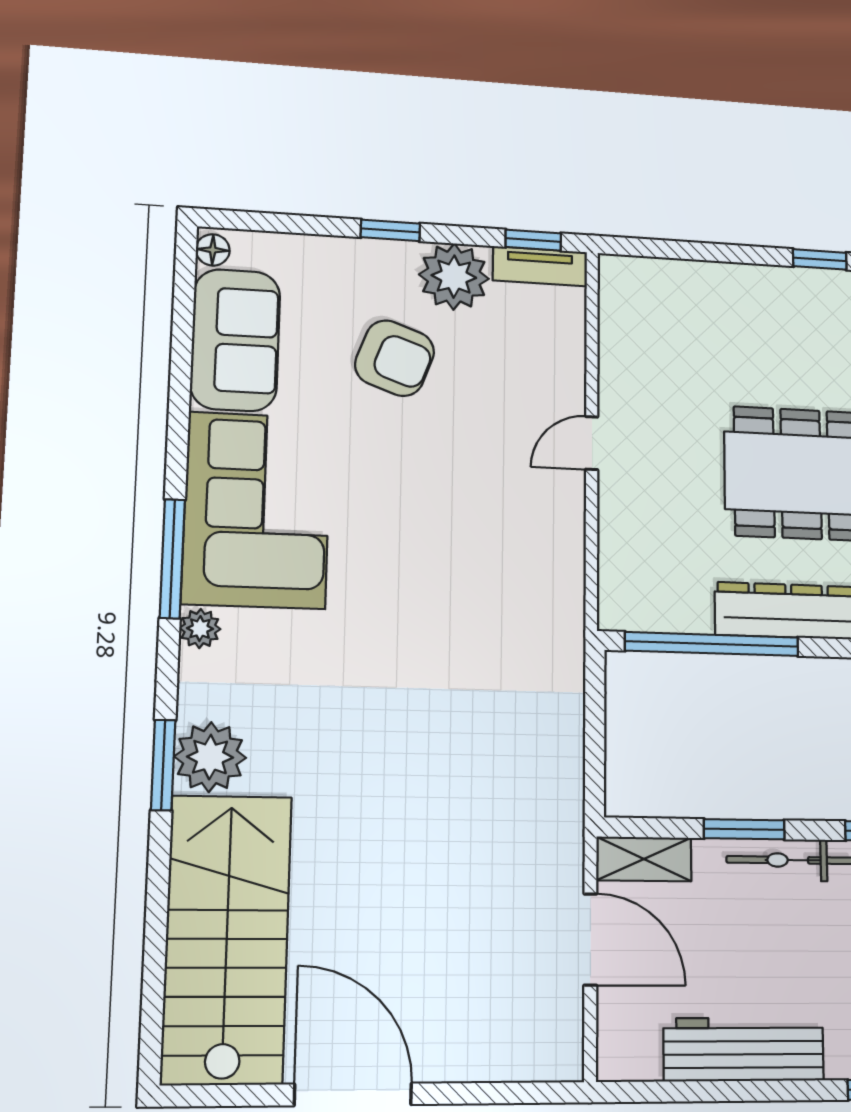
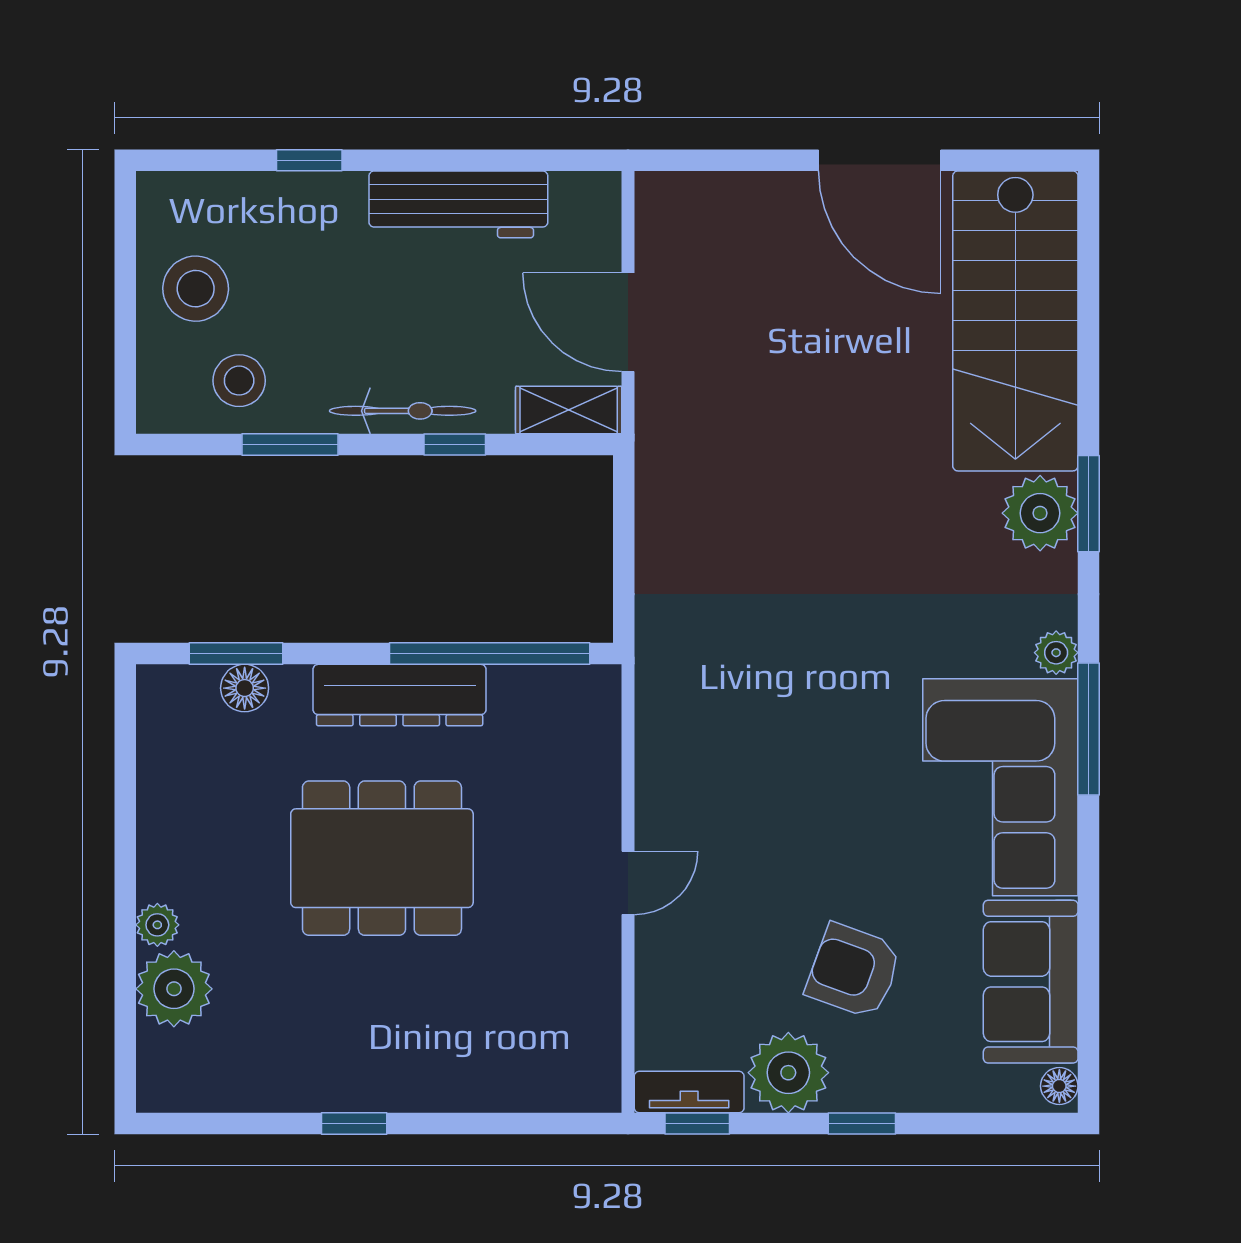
window: (744, 829) -> (455, 445), width x0.67

